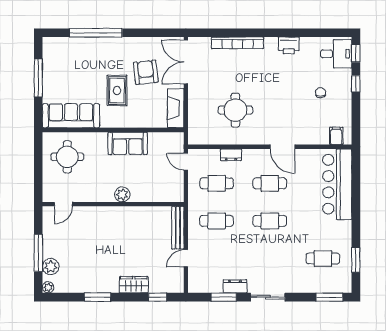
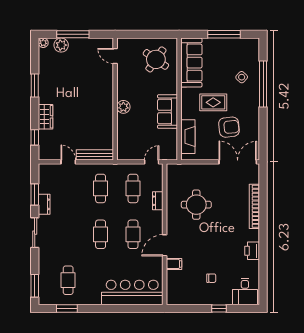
window: (356, 53) -> (245, 309), removed
side table: (88, 58) -> (242, 77), added
fireplace: (176, 108) -> (188, 137), moved, turned 90
filing cabinet: (336, 136) -> (174, 264), moved
round table: (67, 157) -> (156, 59), turned 35

